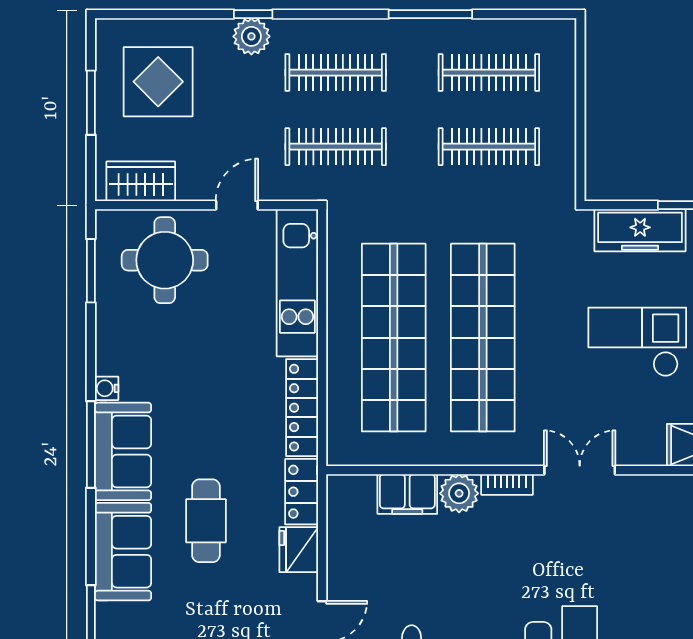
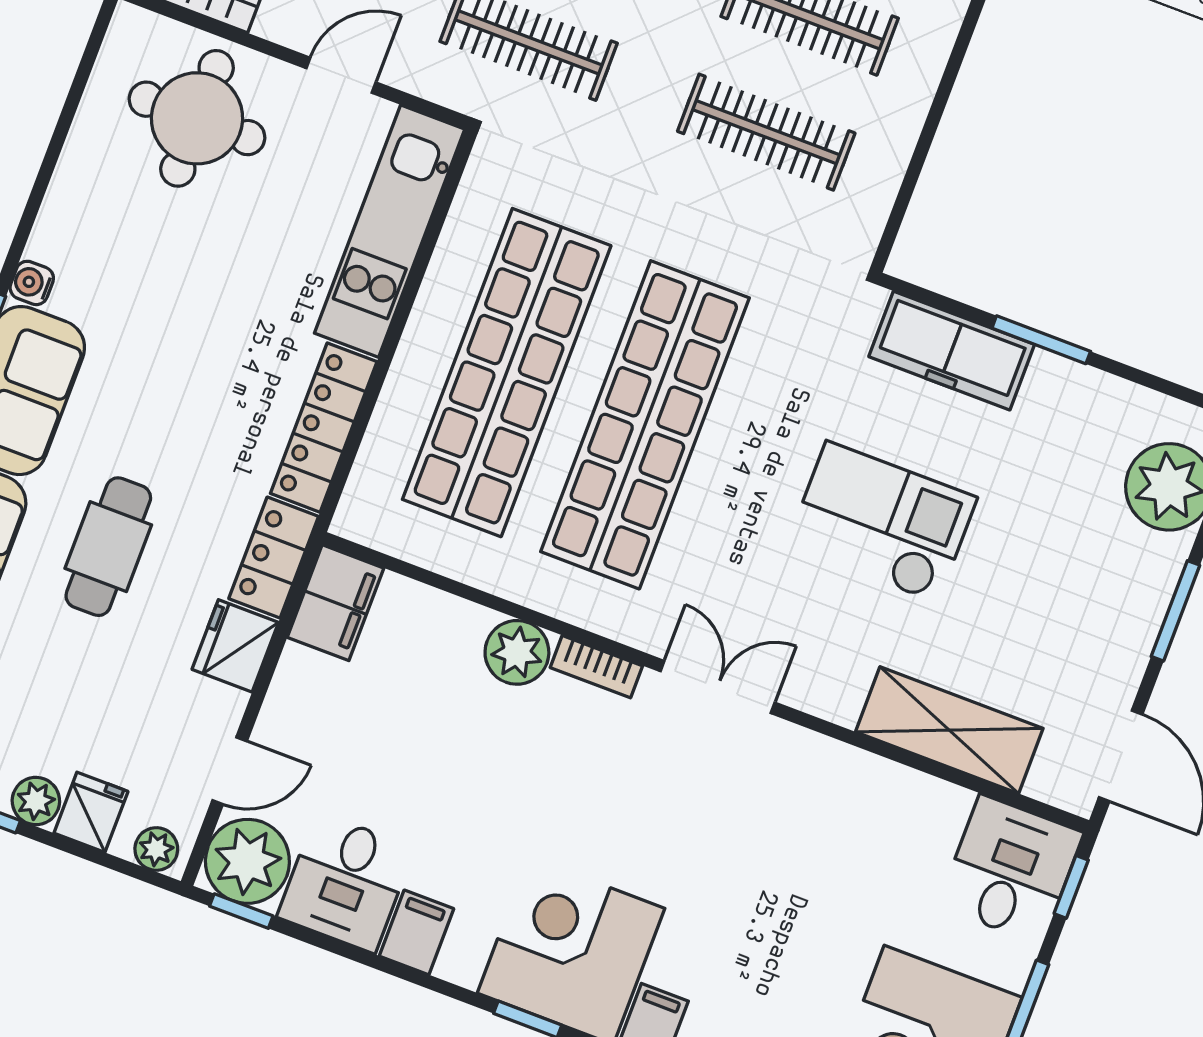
window: (91, 271) -> (76, 91), removed
filing cabinet: (407, 494) -> (336, 603), moved, turned -90

